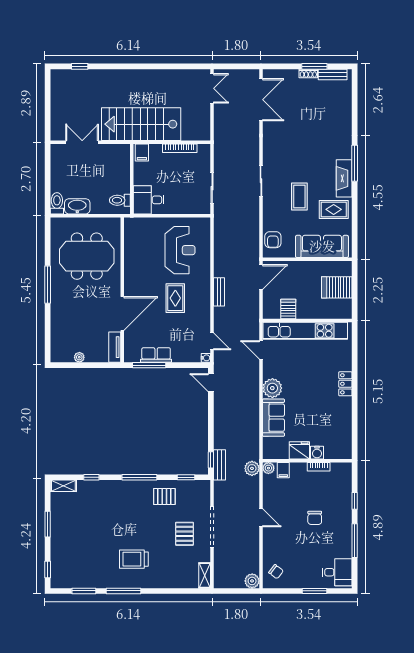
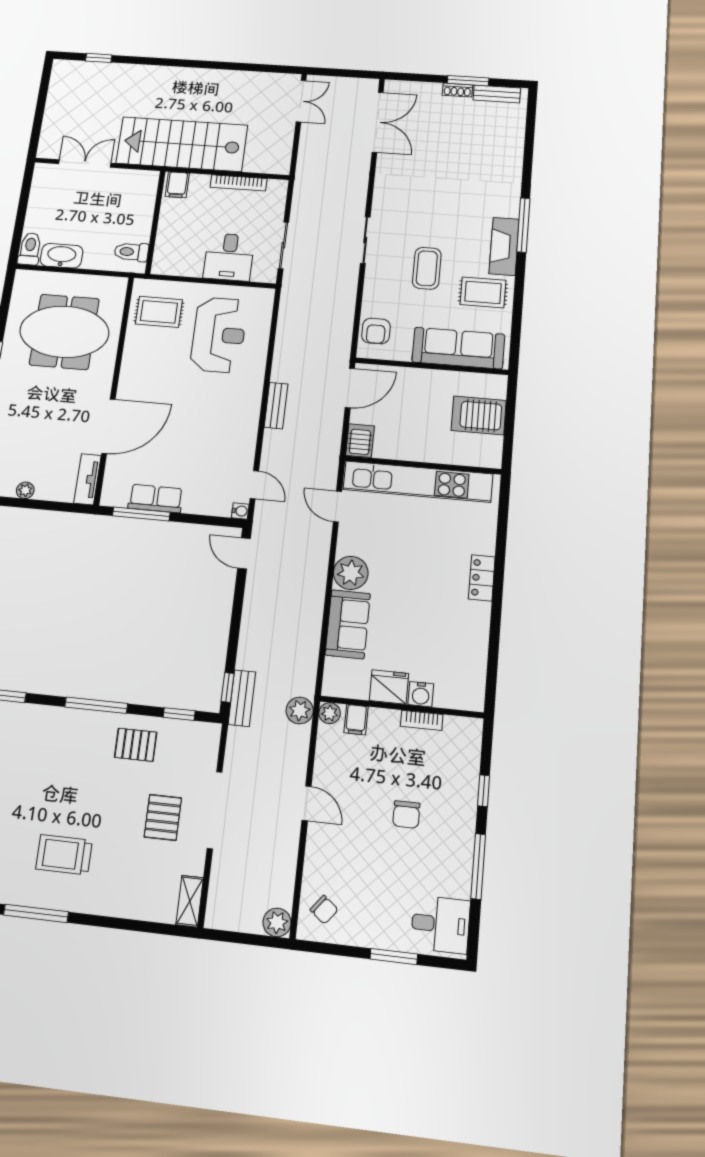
desk: (149, 200) -> (229, 257), moved, turned -90
rug: (175, 298) -> (159, 312), moved, turned 90
server rack: (288, 309) -> (360, 441), moved

